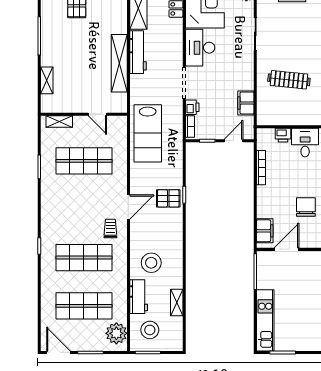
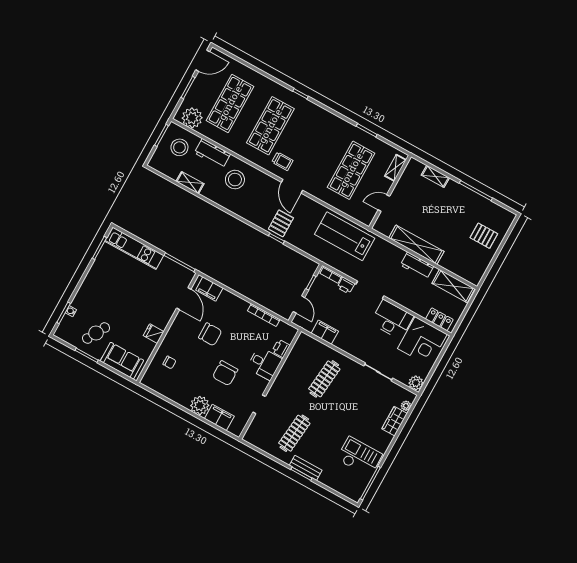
workbench: (138, 52) -> (417, 266), width x0.73

